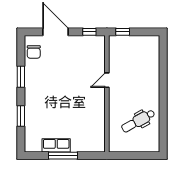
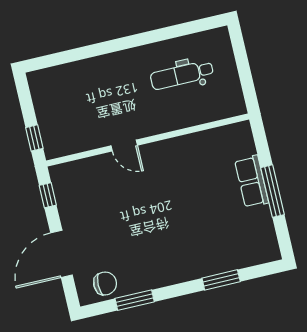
window: (21, 77) -> (135, 300), moved
dental chair: (138, 121) -> (182, 75), turned 119
row of seats: (56, 145) -> (252, 181), moved

